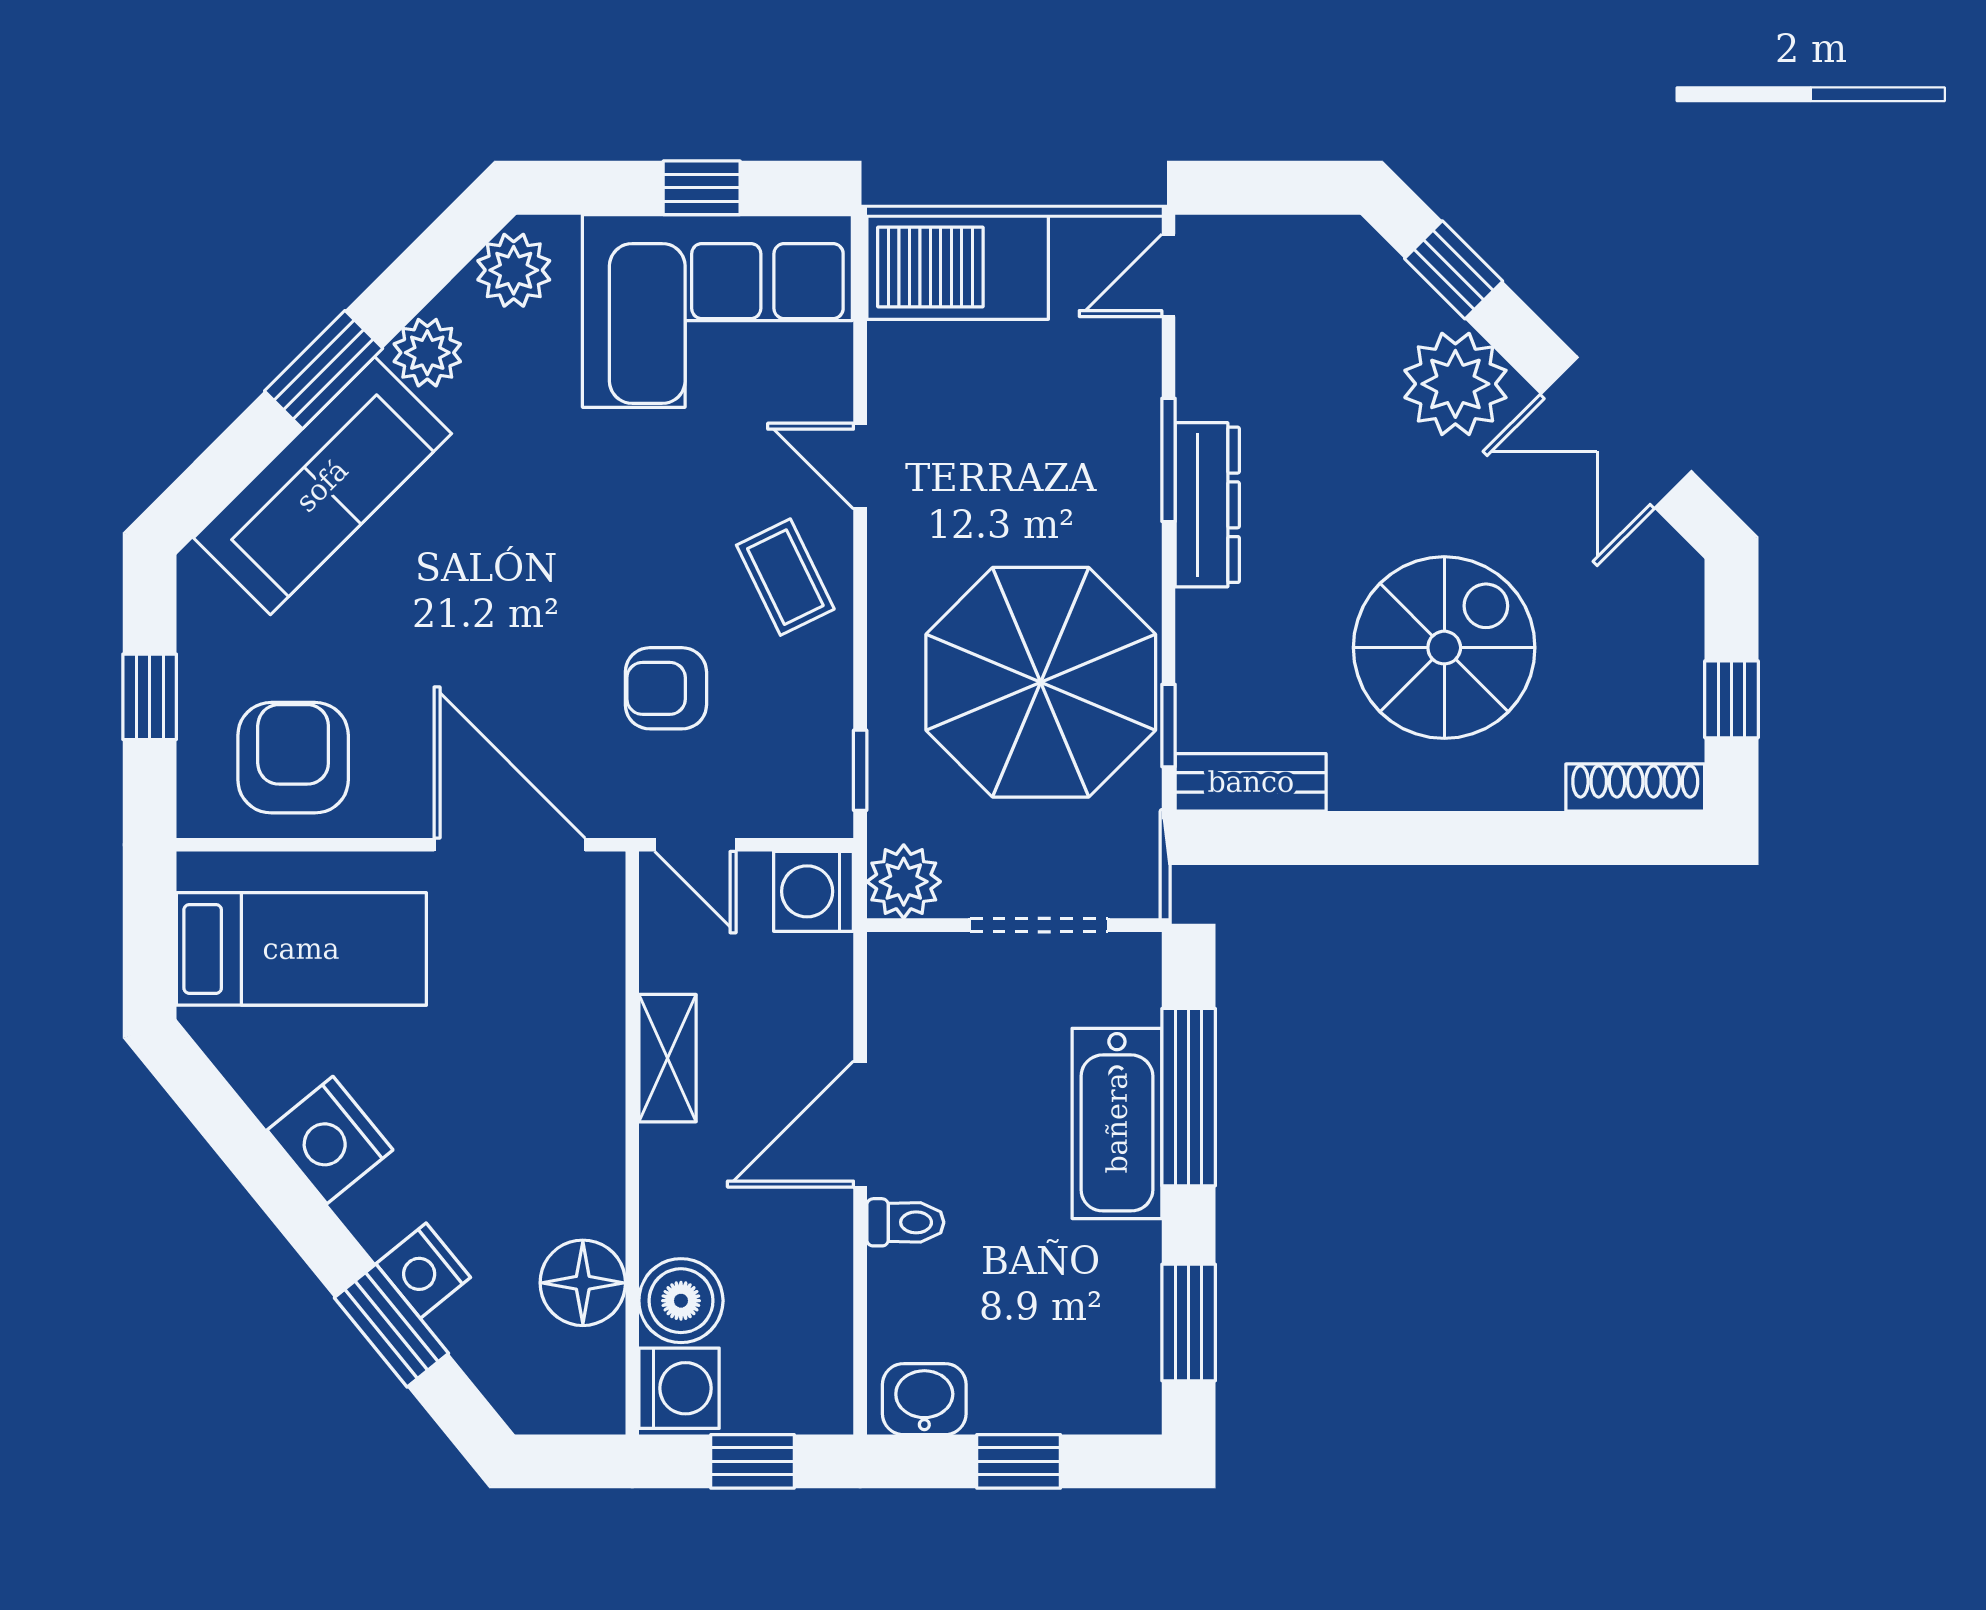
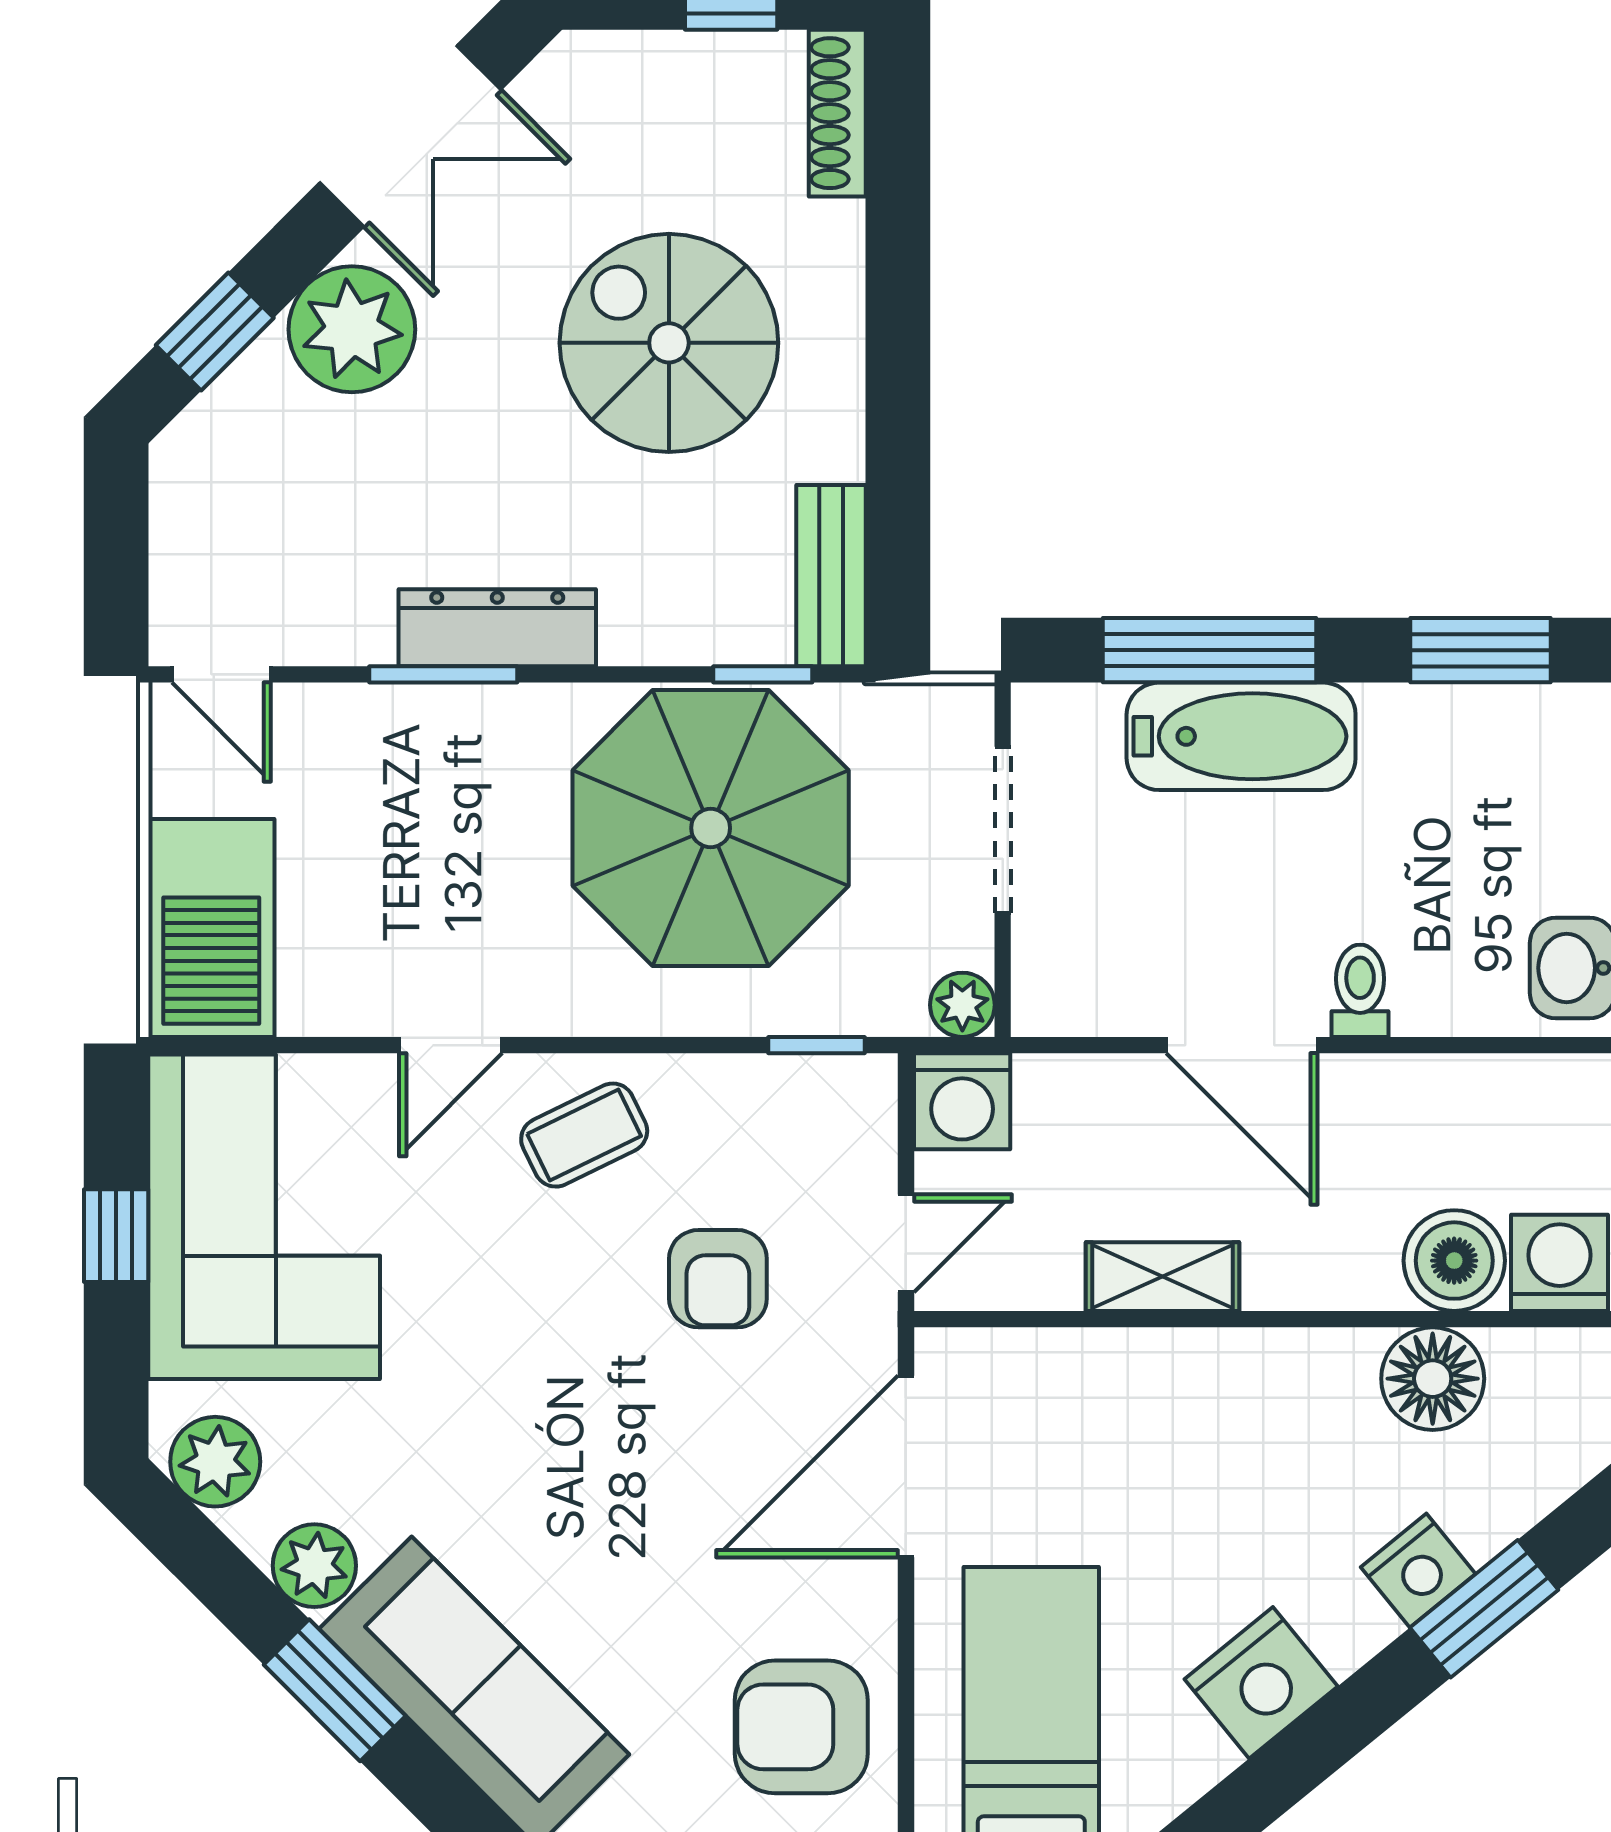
plant: (904, 882) -> (962, 1005), width x0.73, depth x0.73

